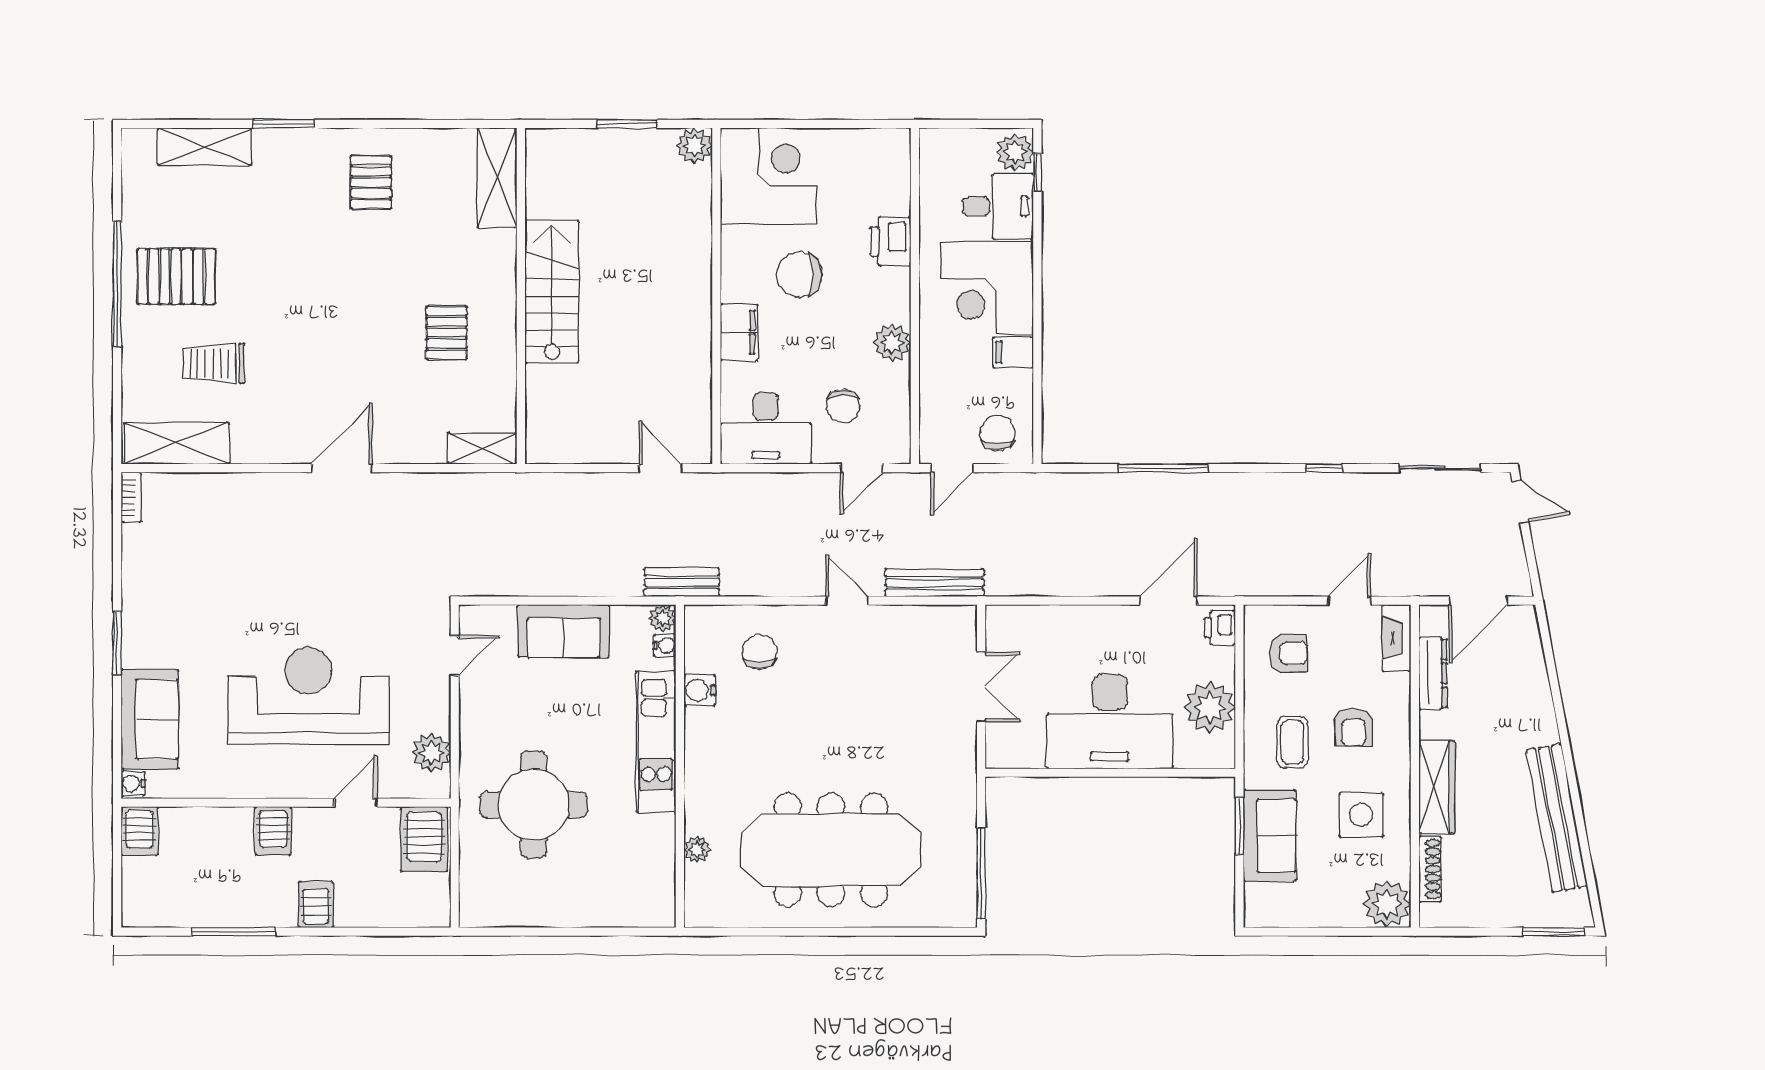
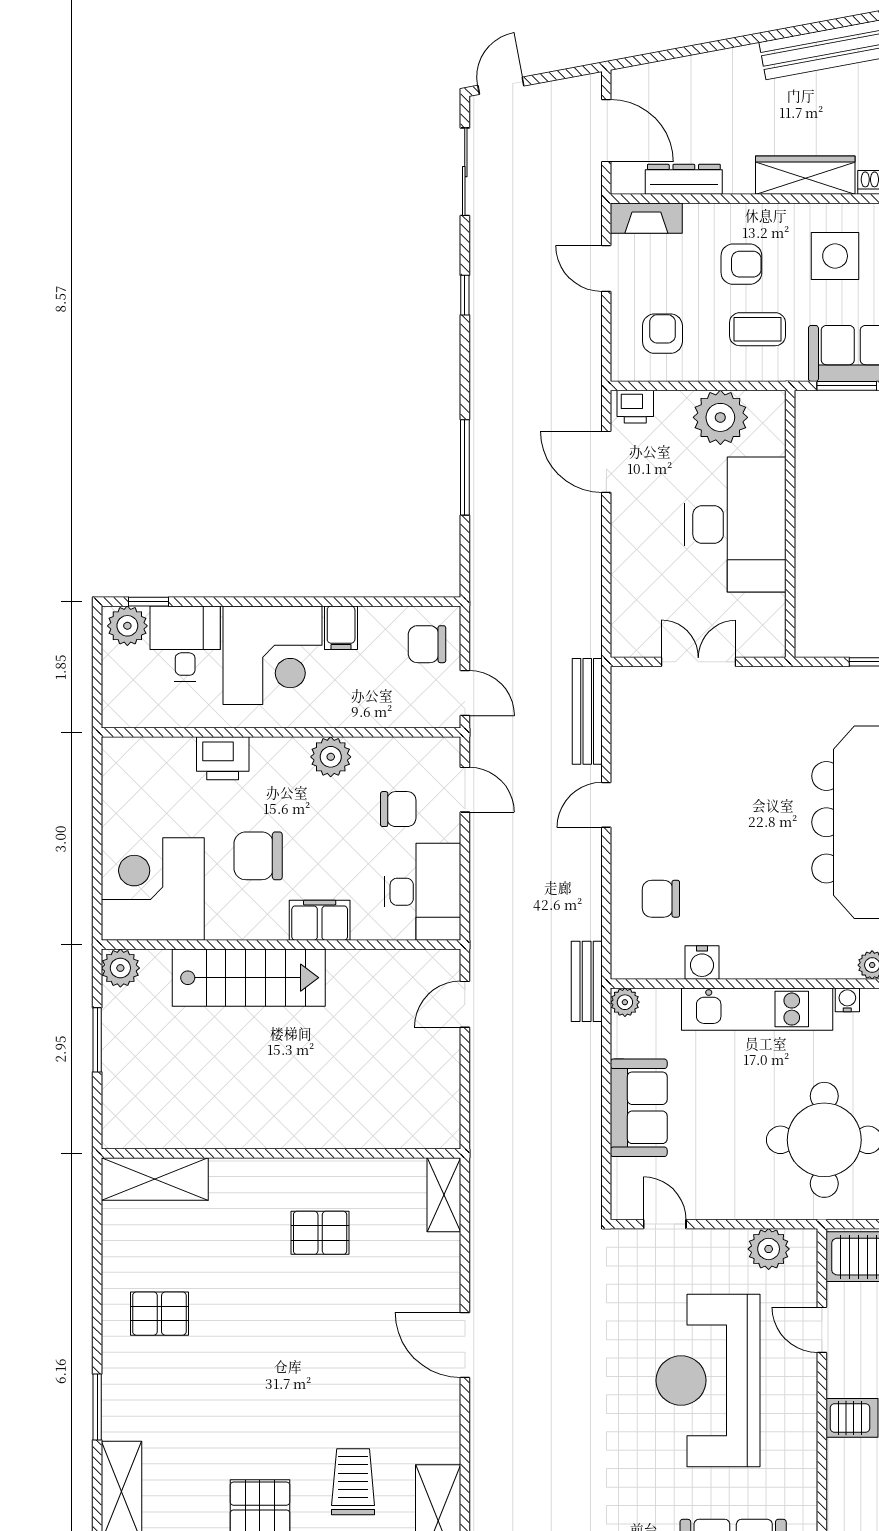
chair: (799, 275) -> (258, 856), turned 90
stairs: (552, 292) -> (249, 978), moved, turned 180
trolley: (213, 364) -> (353, 1482), turned 180
water cooler: (665, 645) -> (847, 1000), moved

